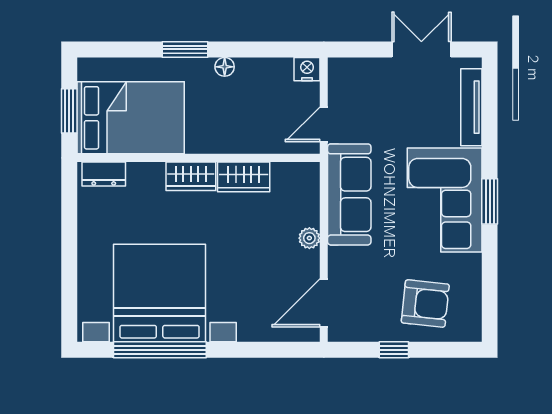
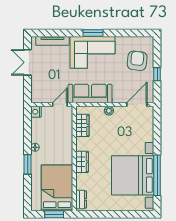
door: (324, 124) -> (60, 104), swing flipped
wardrobe: (244, 177) -> (82, 125), moved
door: (324, 303) -> (137, 104), swing flipped

